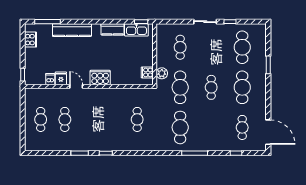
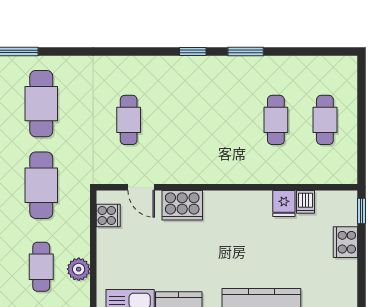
cooker: (31, 40) -> (345, 242), moved
plant: (162, 73) -> (79, 269), moved
cooker: (100, 78) -> (182, 205), moved
door: (76, 86) -> (141, 187), moved

